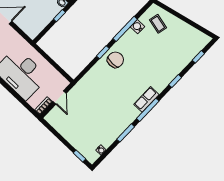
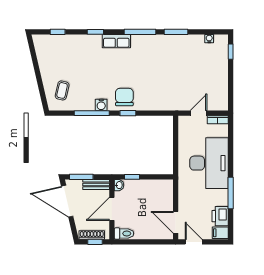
water cooler: (137, 27) -> (101, 105), moved
chair: (115, 60) -> (124, 97), turned 90
row of seats: (146, 99) -> (116, 41), moved

